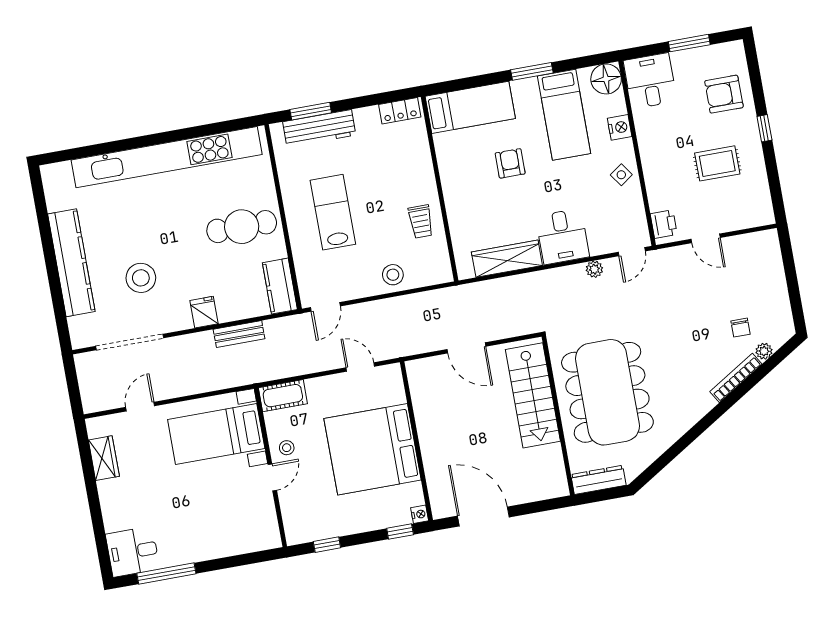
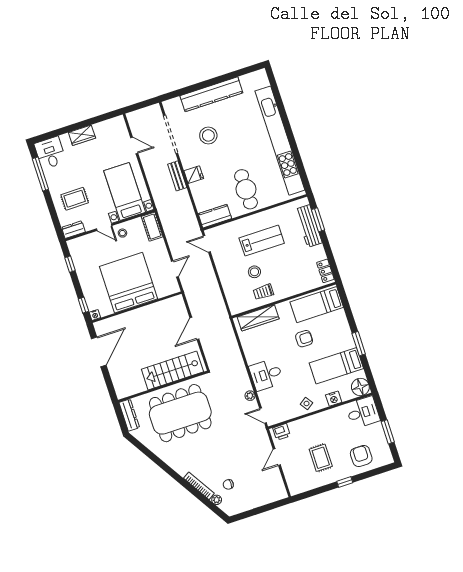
bed: (470, 107) -> (317, 305), moved, turned 90
wardrobe: (507, 259) -> (258, 318), moved, turned 90
stool: (393, 275) -> (254, 272), moved
bench: (239, 334) -> (177, 176), moved
wardrobe: (104, 458) -> (82, 135), moved
rug: (217, 521) -> (75, 199), added
dresser: (269, 530) -> (73, 230), added

